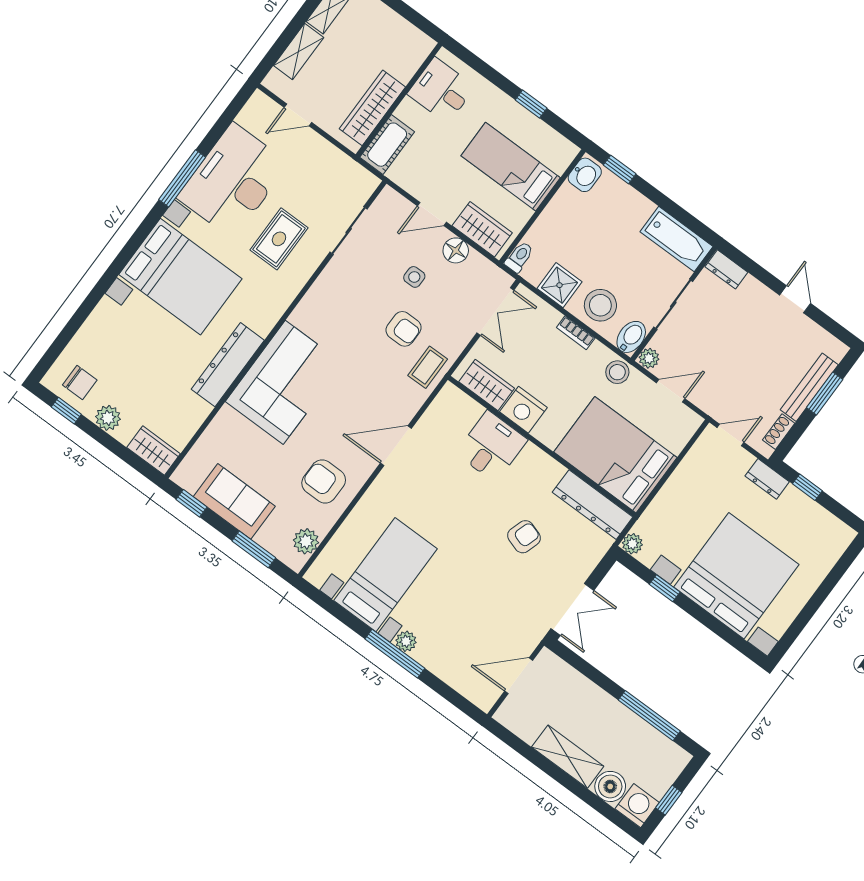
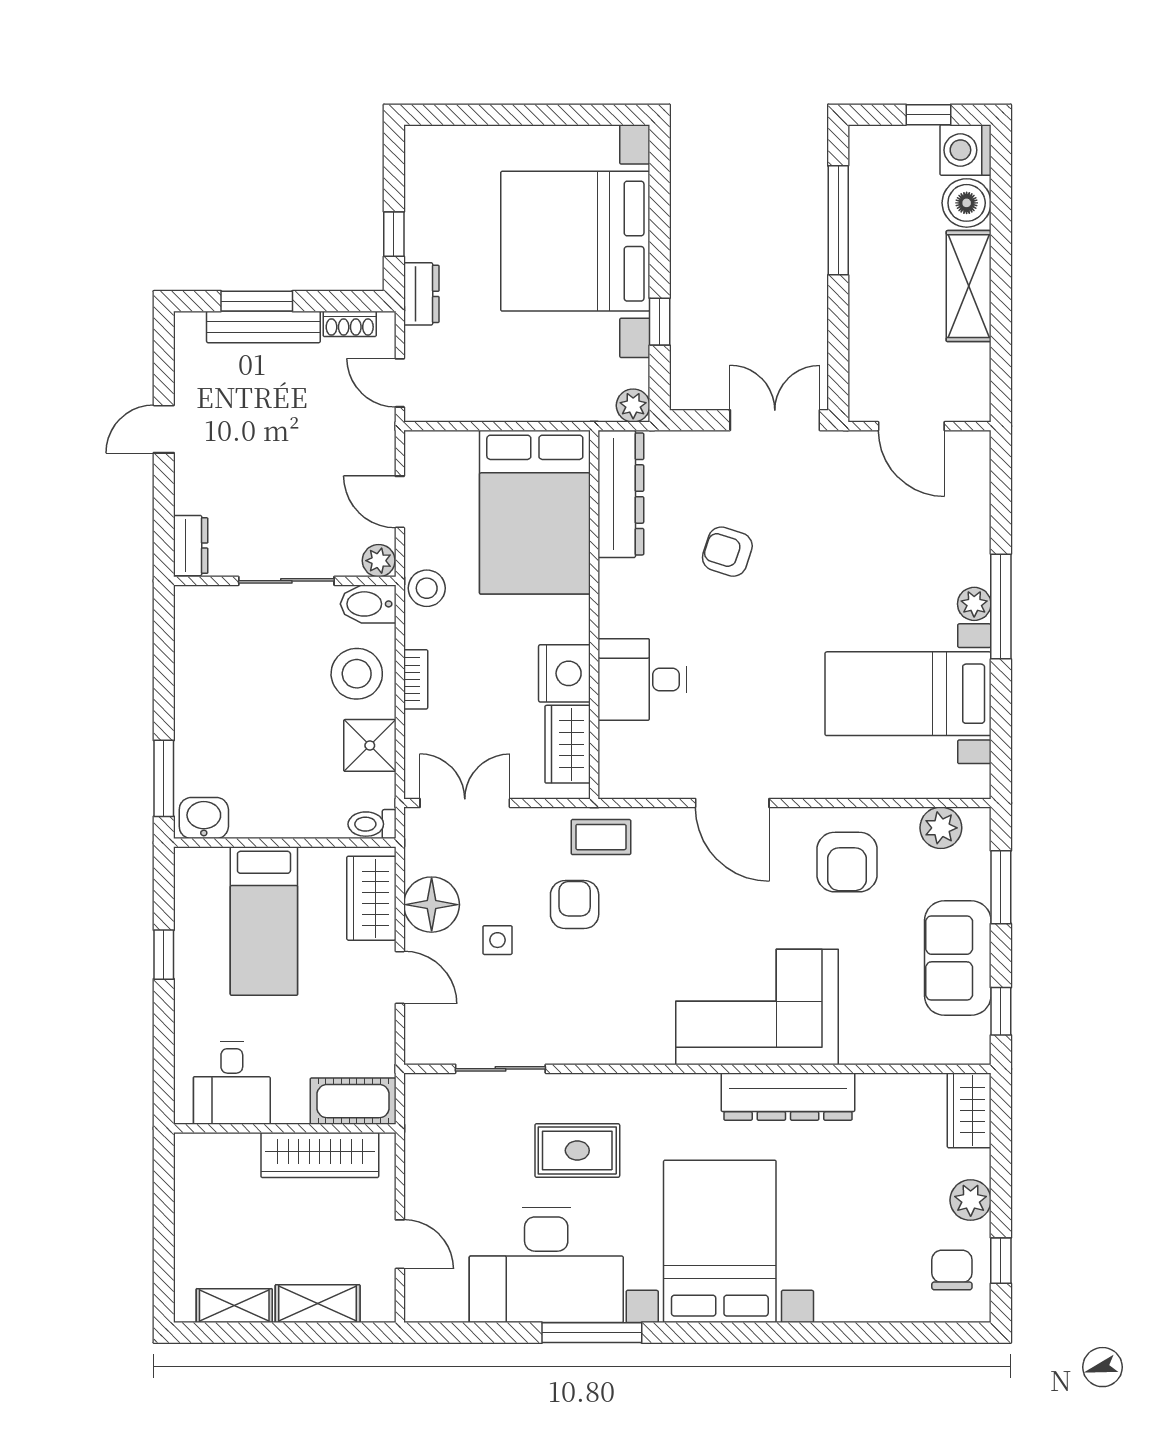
window: (620, 169) -> (164, 778), width x1.50
bathtub: (677, 239) -> (199, 639), removed
floor lamp: (456, 250) -> (432, 905), width x1.38, depth x1.38

